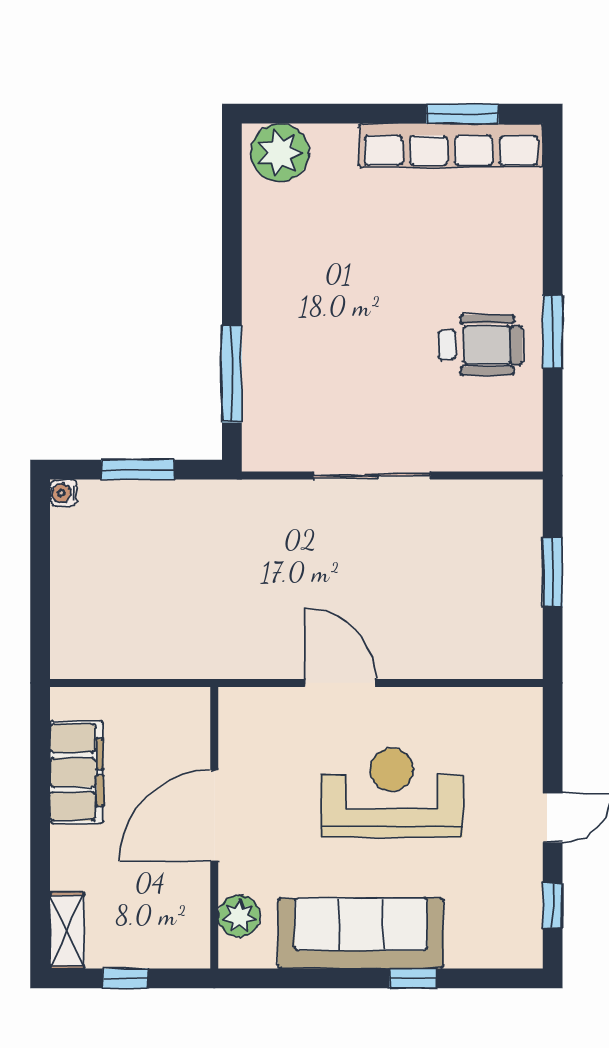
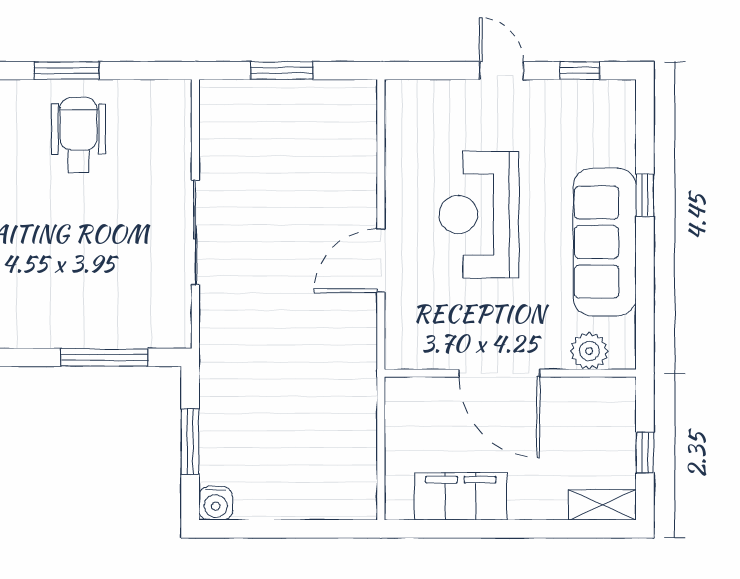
water cooler: (64, 493) -> (216, 503), width x1.38, depth x1.38

